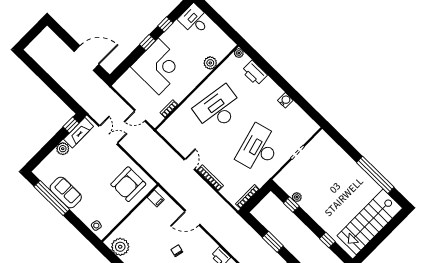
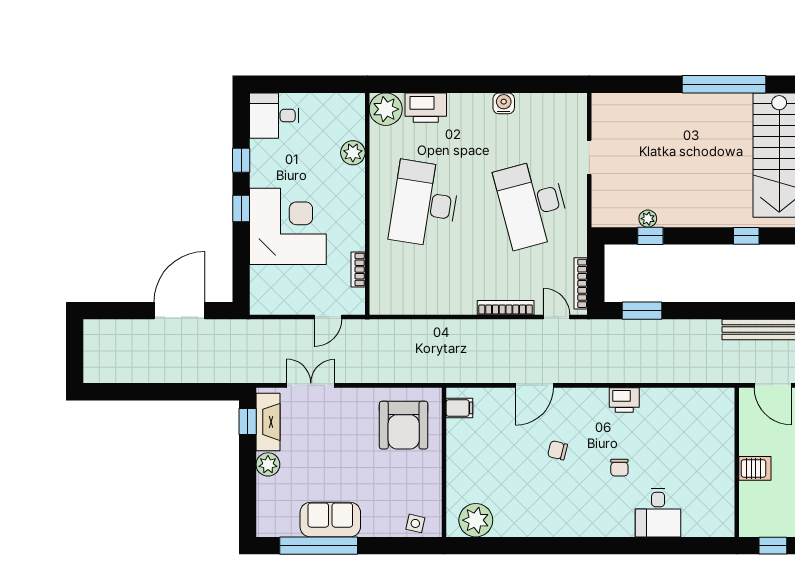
plant: (239, 53) -> (386, 109), width x1.88, depth x1.88
door: (189, 164) -> (557, 317), moved
window: (273, 242) -> (642, 311), moved

